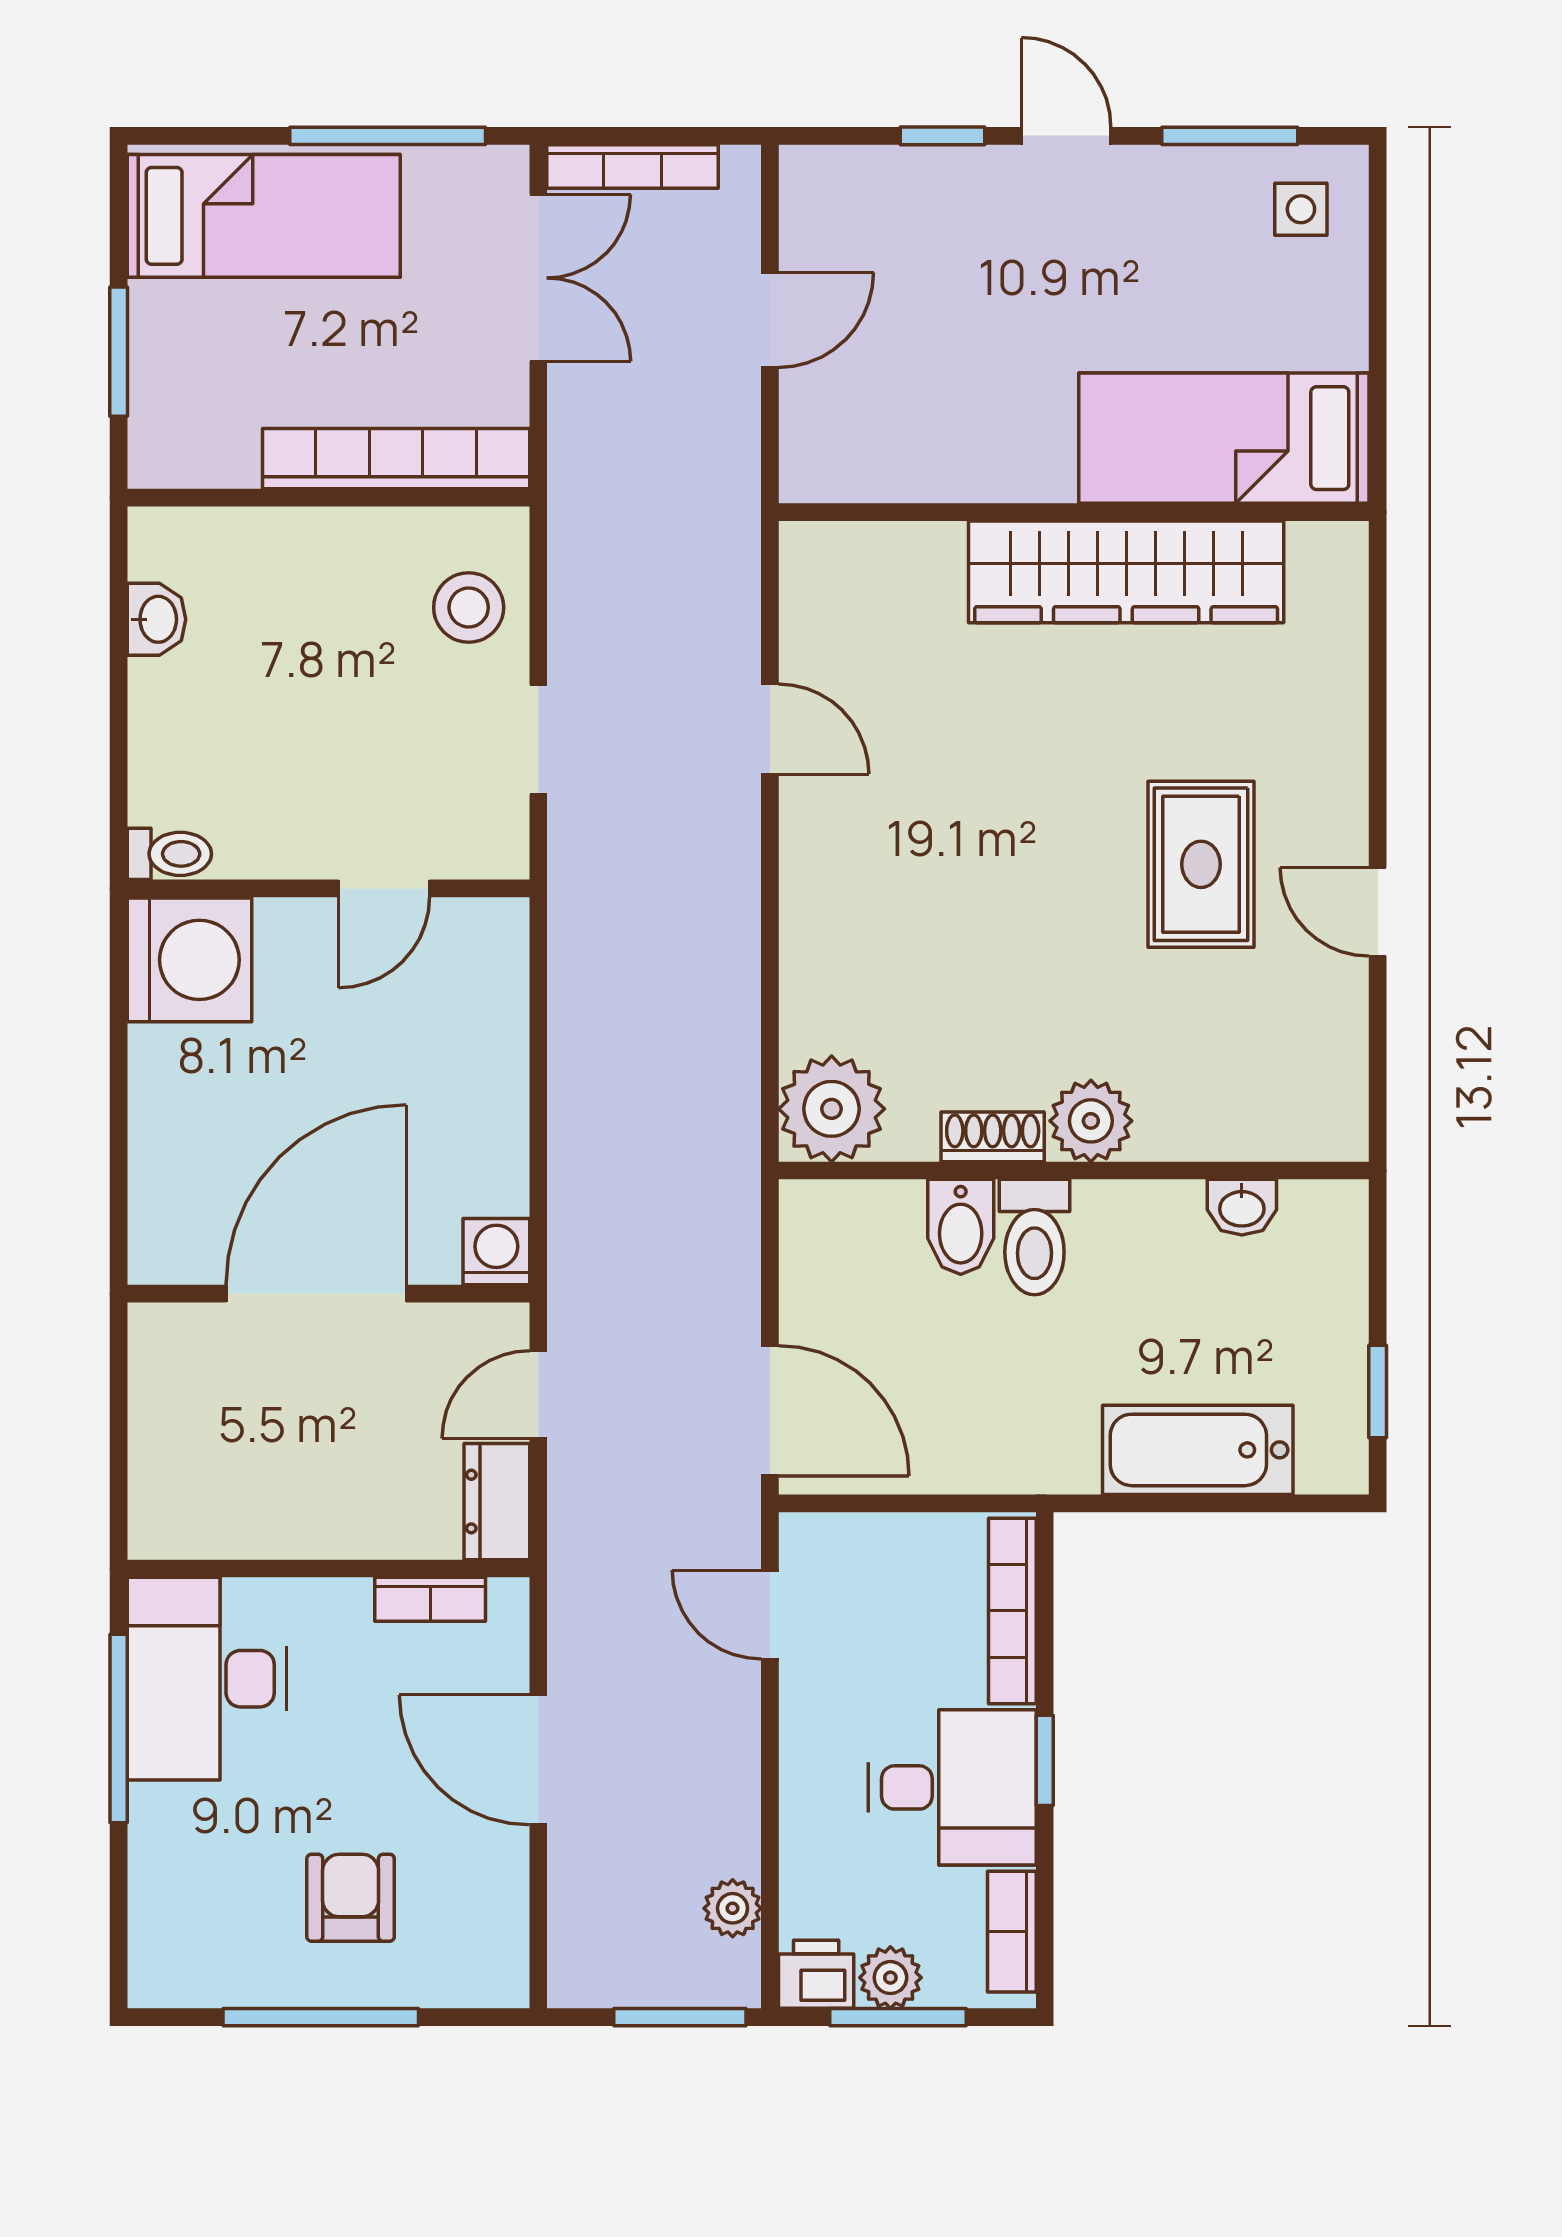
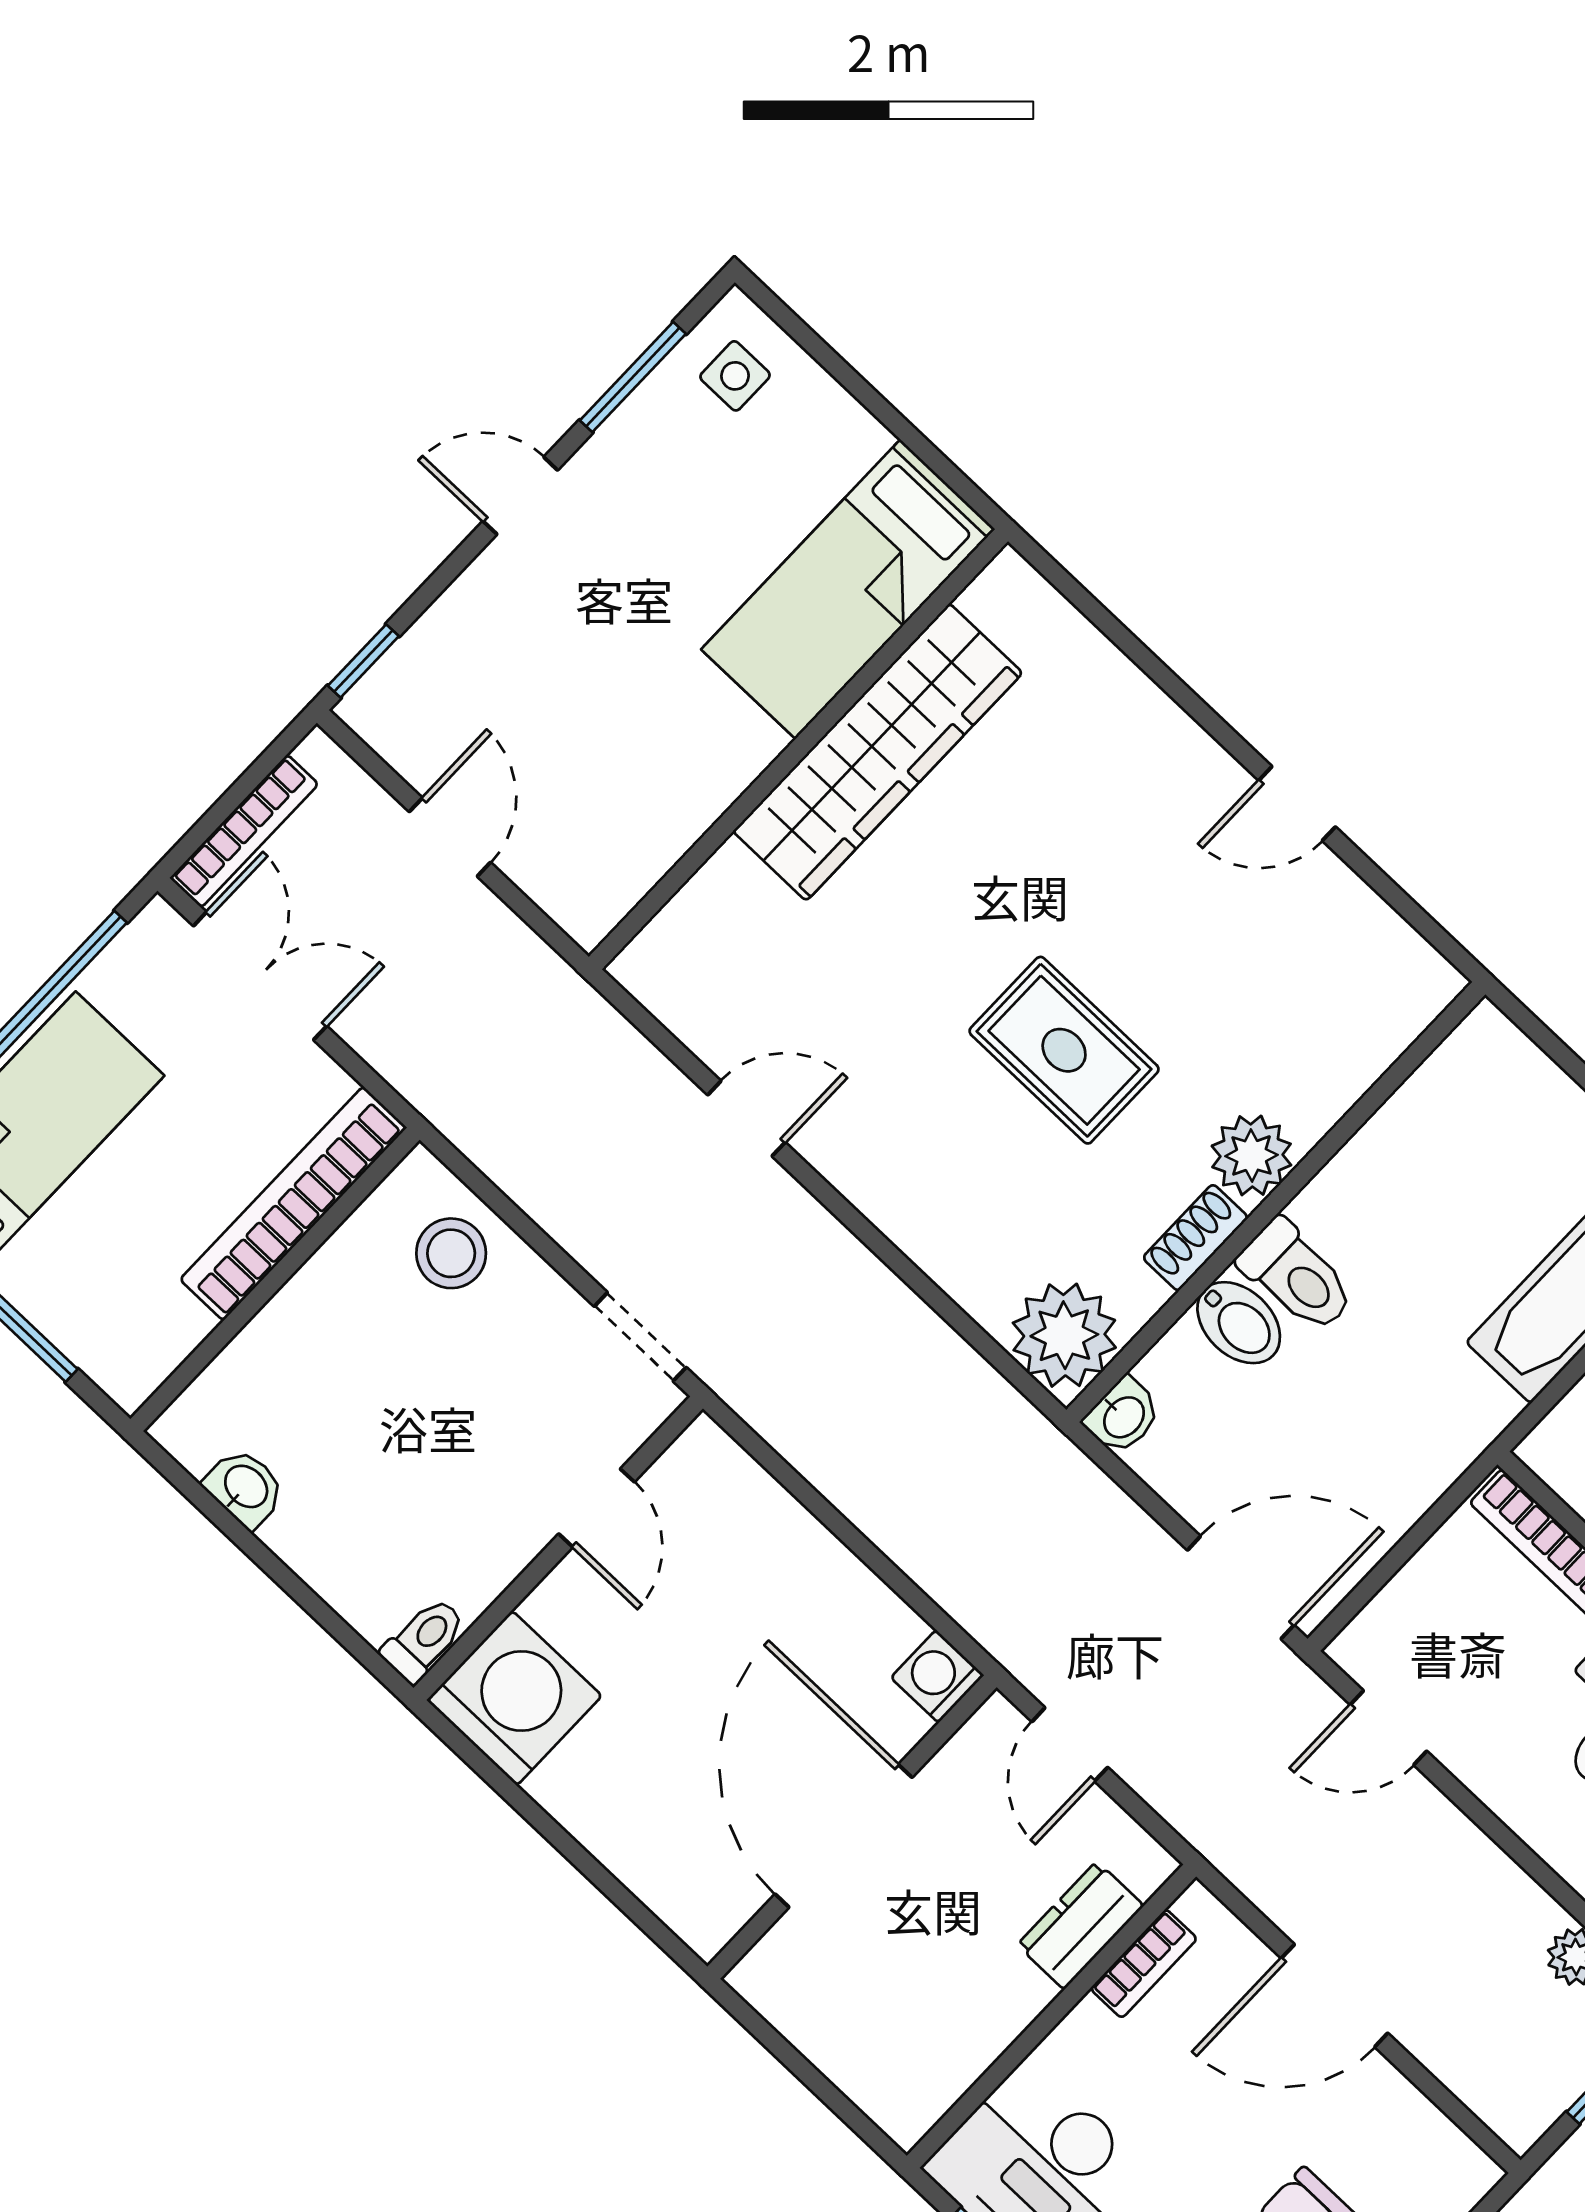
window: (942, 136) -> (363, 661), moved
doorway: (538, 740) -> (640, 1337), moved
rug: (1201, 864) -> (1064, 1050), moved
washbasin: (1242, 1207) -> (1123, 1416), moved
dresser: (497, 1502) -> (1080, 1925), moved, turned 90

